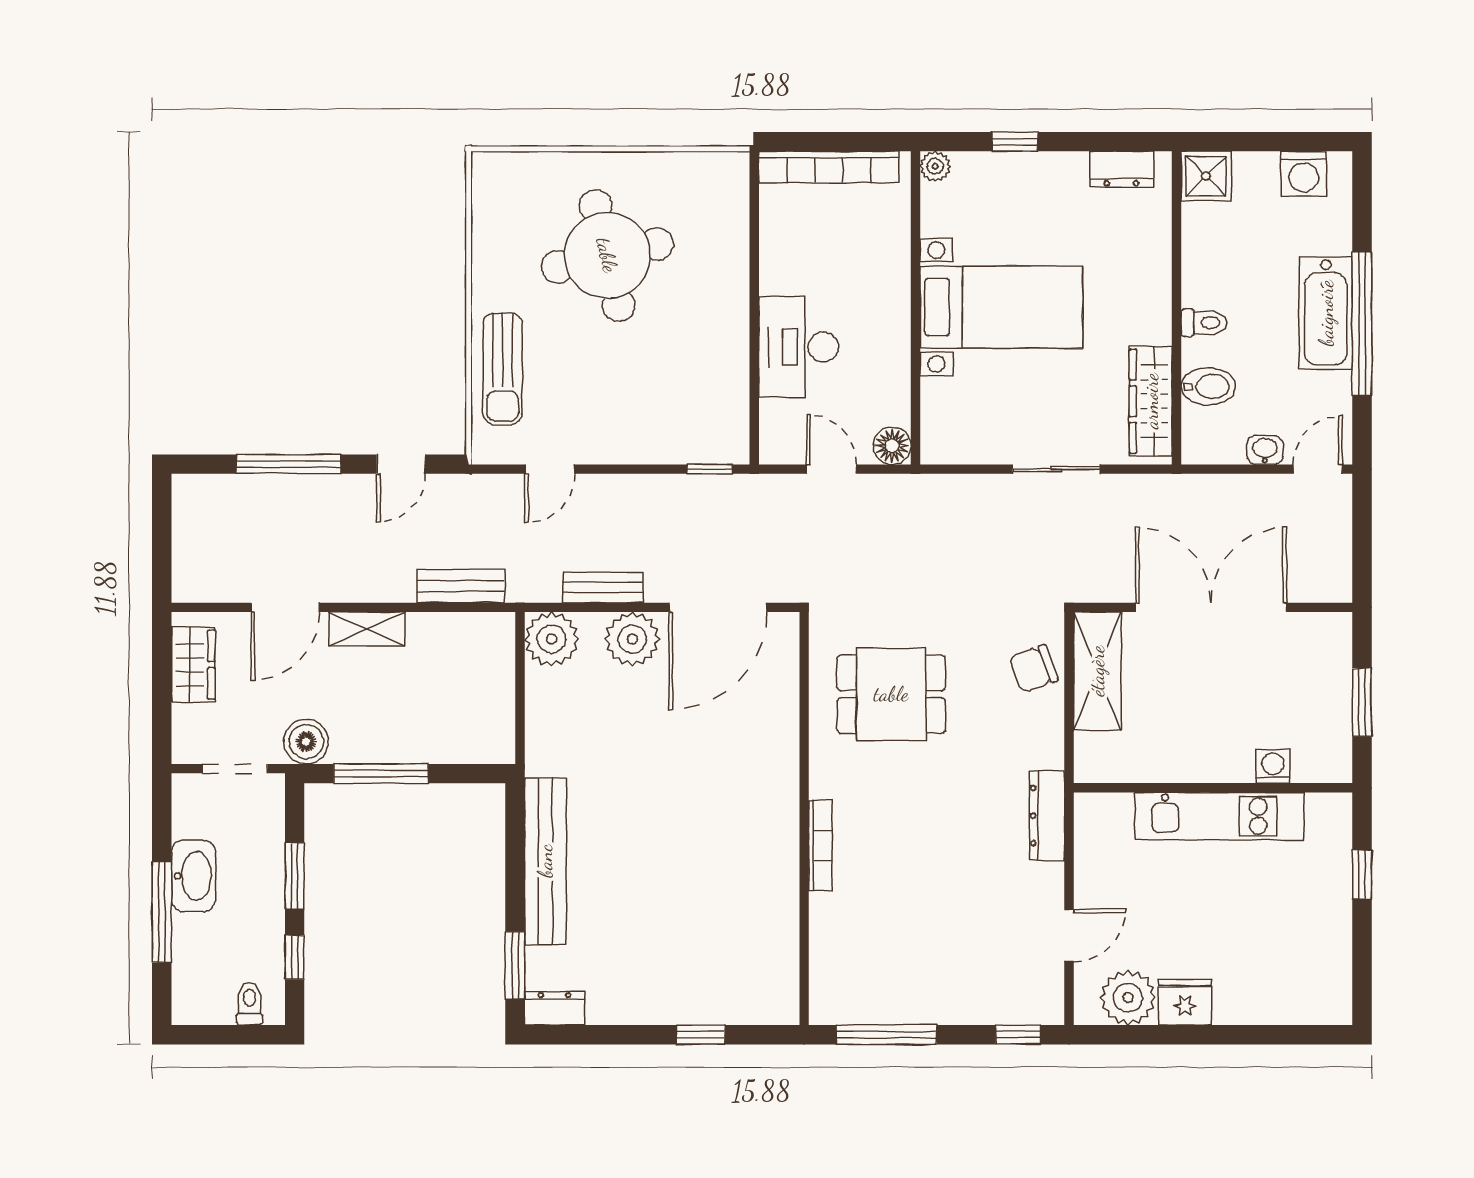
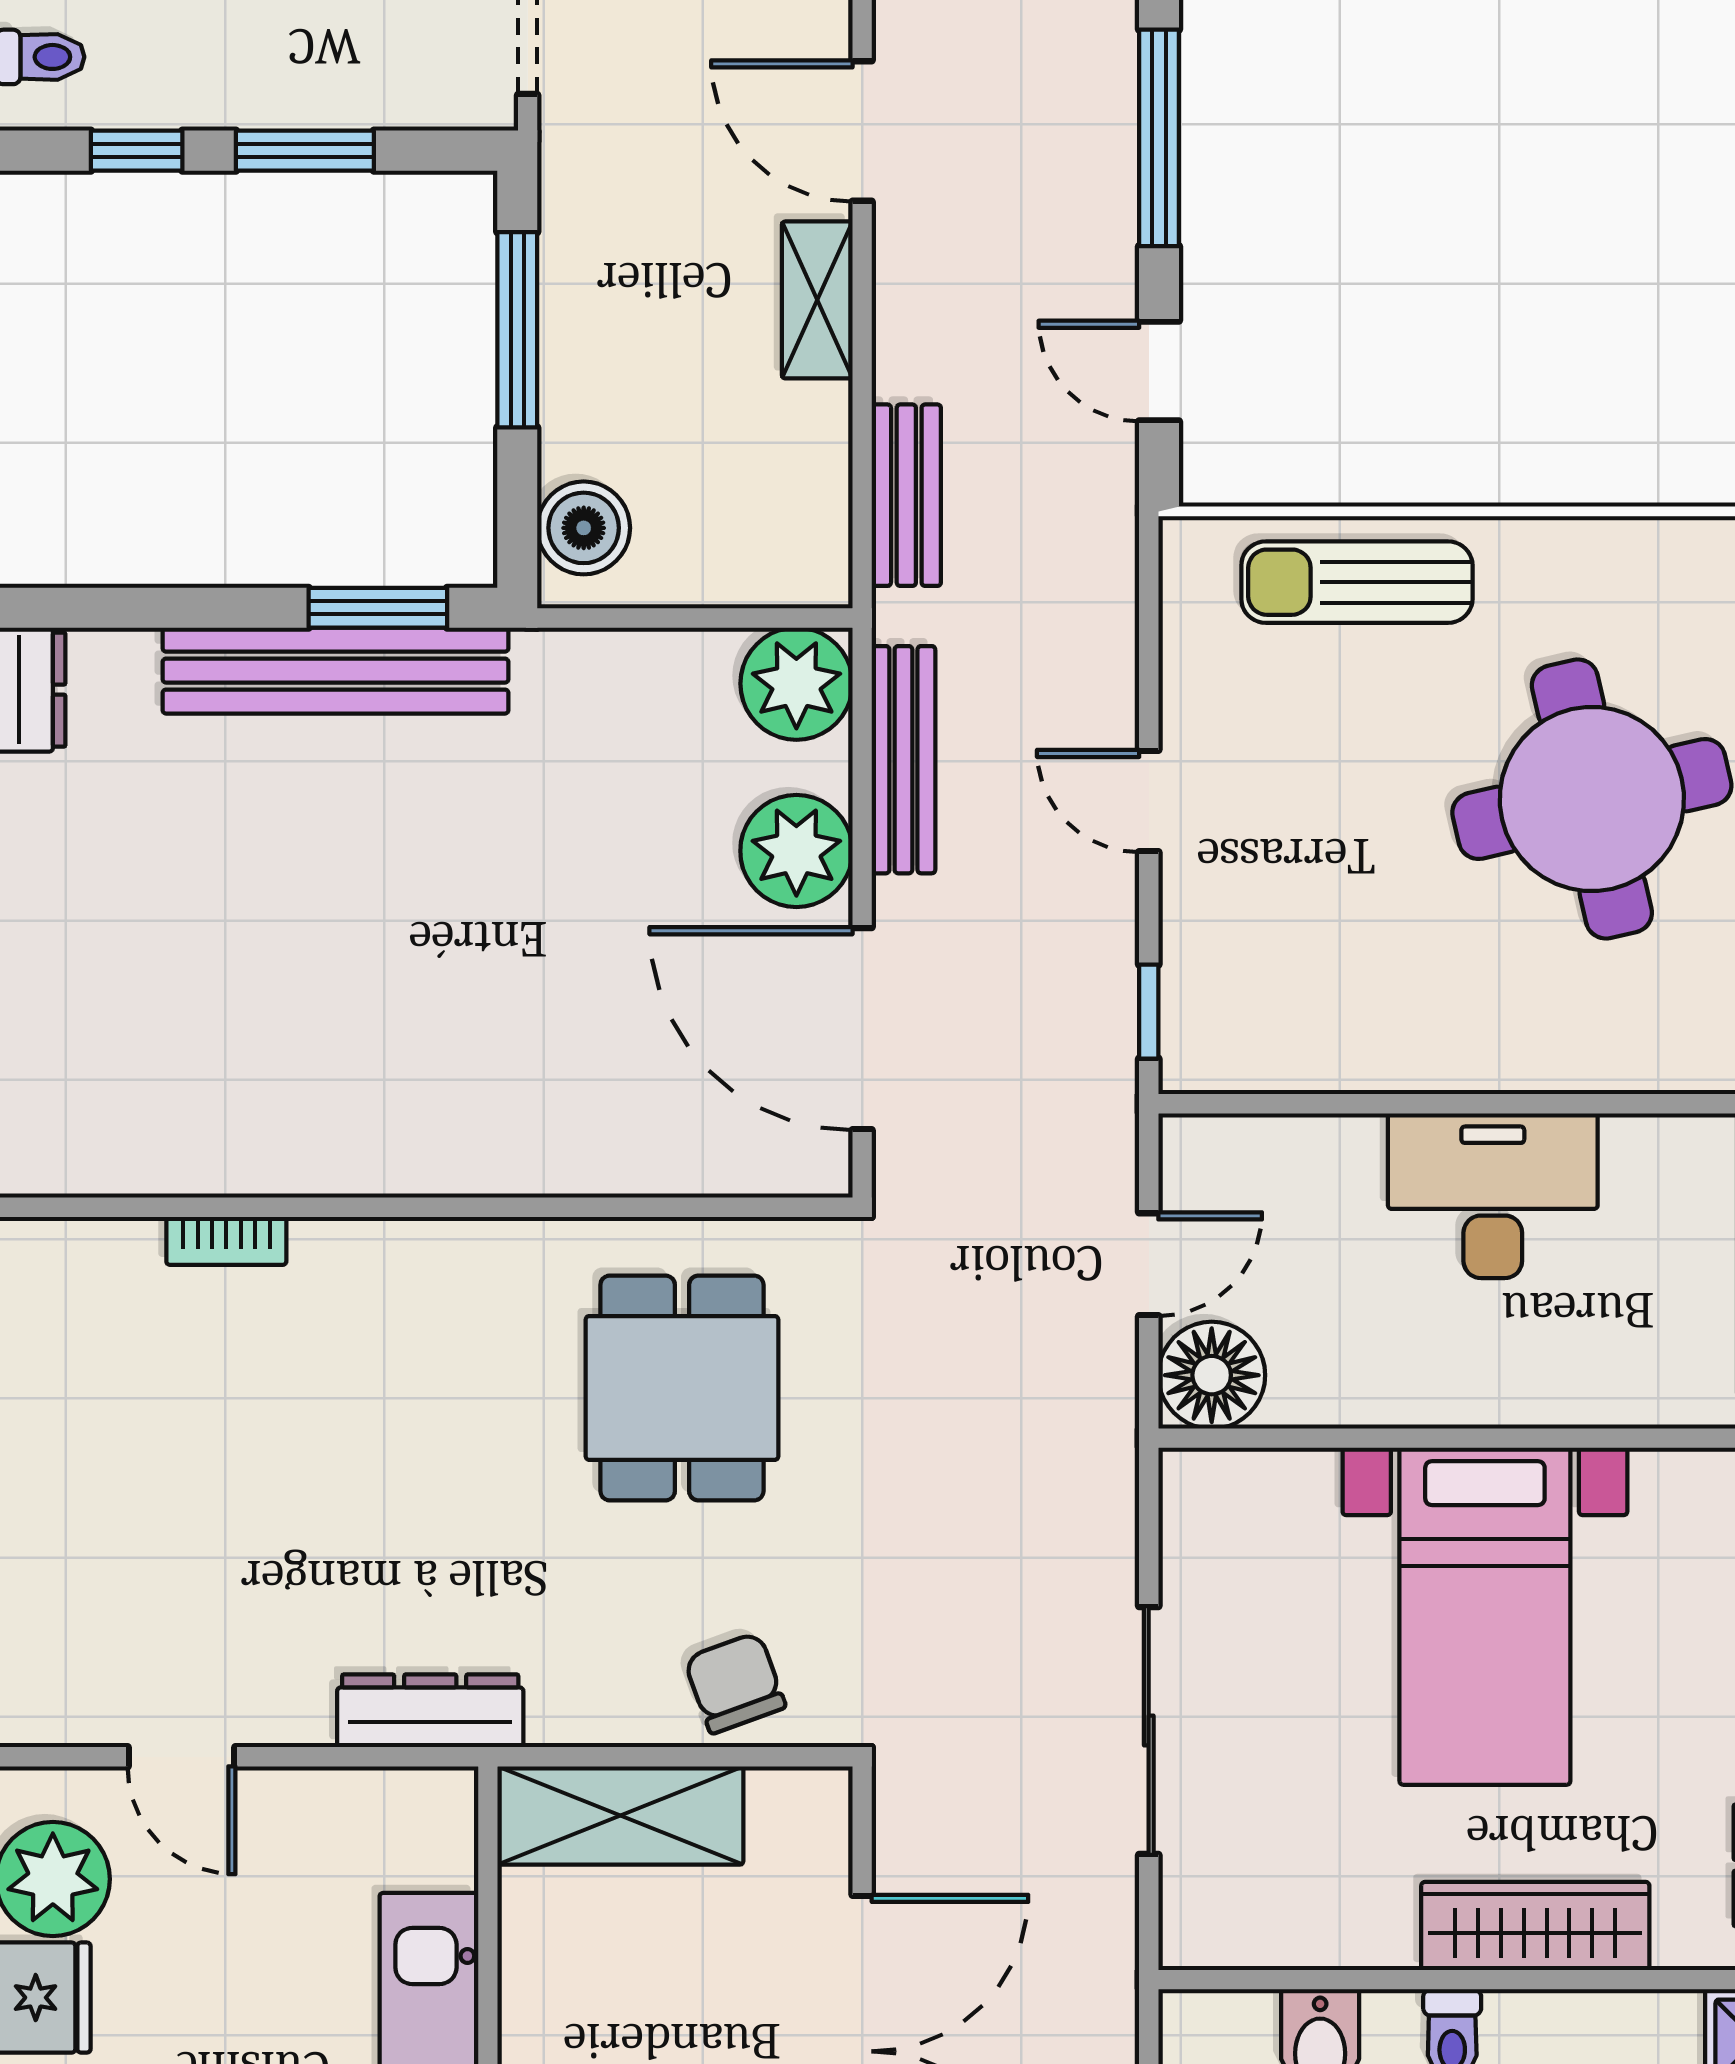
desk: (799, 347) -> (1493, 1196), moved
wardrobe: (1151, 401) -> (1535, 1926), moved
floor lamp: (892, 446) -> (1212, 1375), width x1.38, depth x1.38
door: (550, 469) -> (1149, 801), moved
sliding door: (1056, 469) -> (1149, 1731), width x1.37
bench: (603, 587) -> (903, 760), width x1.36
shelving: (1097, 671) -> (620, 1815), moved
boiler: (306, 742) -> (584, 528), moved
bookcase: (820, 845) -> (226, 1241), moved, width x0.64
window: (515, 965) -> (378, 608), moved

